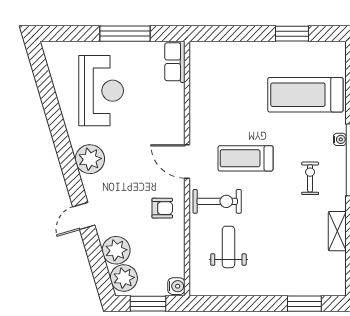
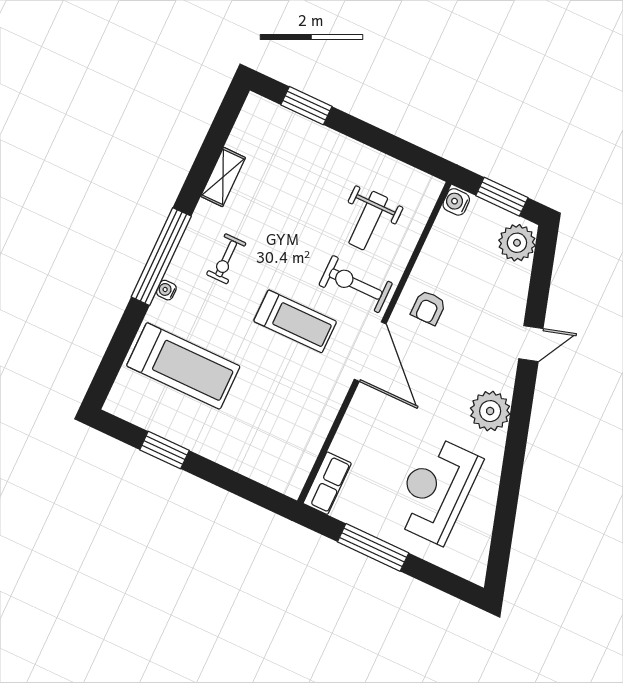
door: (187, 161) -> (370, 352), width x1.36
armchair: (162, 208) -> (428, 308), turned -90
plant: (116, 250) -> (510, 282), removed

